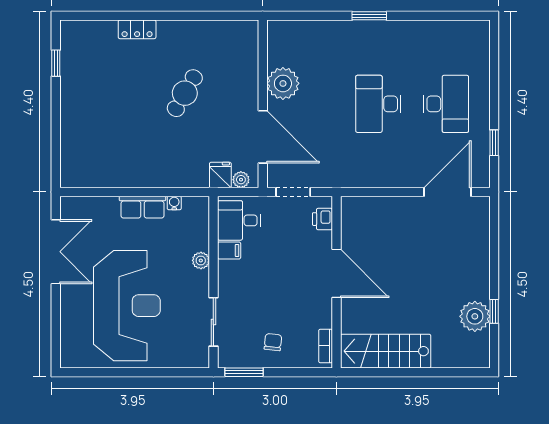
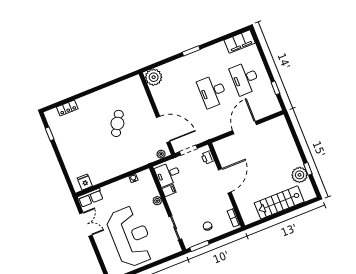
locker: (137, 29) -> (67, 108), moved
filing cabinet: (463, 34) -> (240, 42), added
plant: (283, 83) -> (154, 77), moved
desk: (446, 104) -> (245, 78), turned 180
fridge: (220, 175) -> (85, 182), moved
door: (448, 192) -> (245, 128), moved
row of seats: (142, 207) -> (90, 198), moved
double door: (56, 252) -> (86, 224), width x0.73
door: (336, 273) -> (225, 181), hinge flipped
stairs: (386, 351) -> (279, 202), moved

